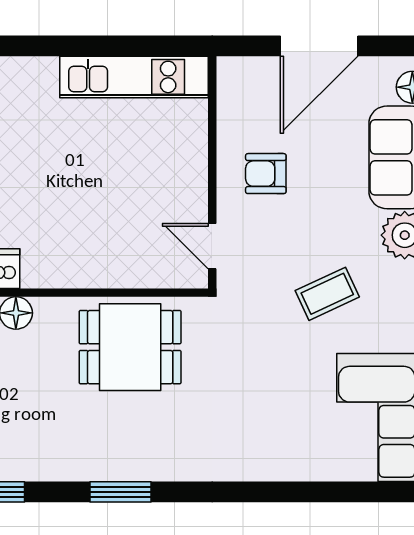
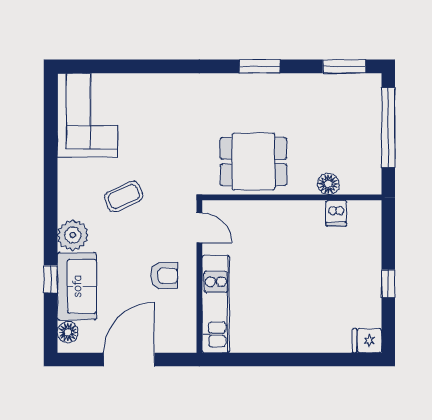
kitchen unit: (134, 77) -> (216, 304), moved, turned 90

